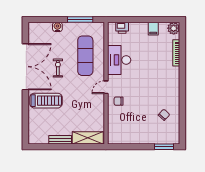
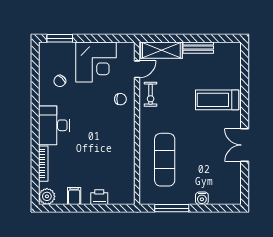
printer: (122, 28) -> (99, 197), moved
desk: (119, 60) -> (54, 125), moved, turned 180
double door: (25, 67) -> (245, 145), width x0.54
exercise bike: (58, 68) -> (151, 94), moved
door: (106, 87) -> (137, 69), moved
corner desk: (137, 129) -> (96, 62), added

